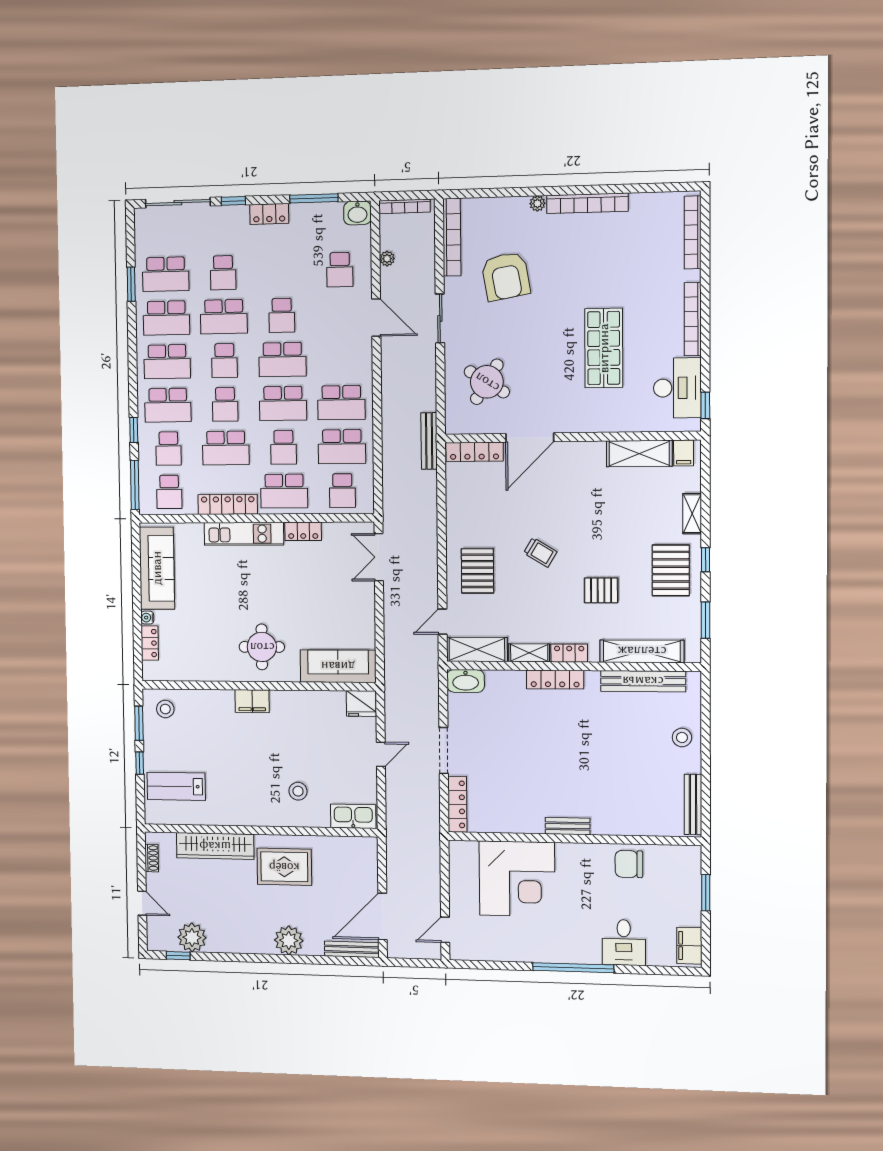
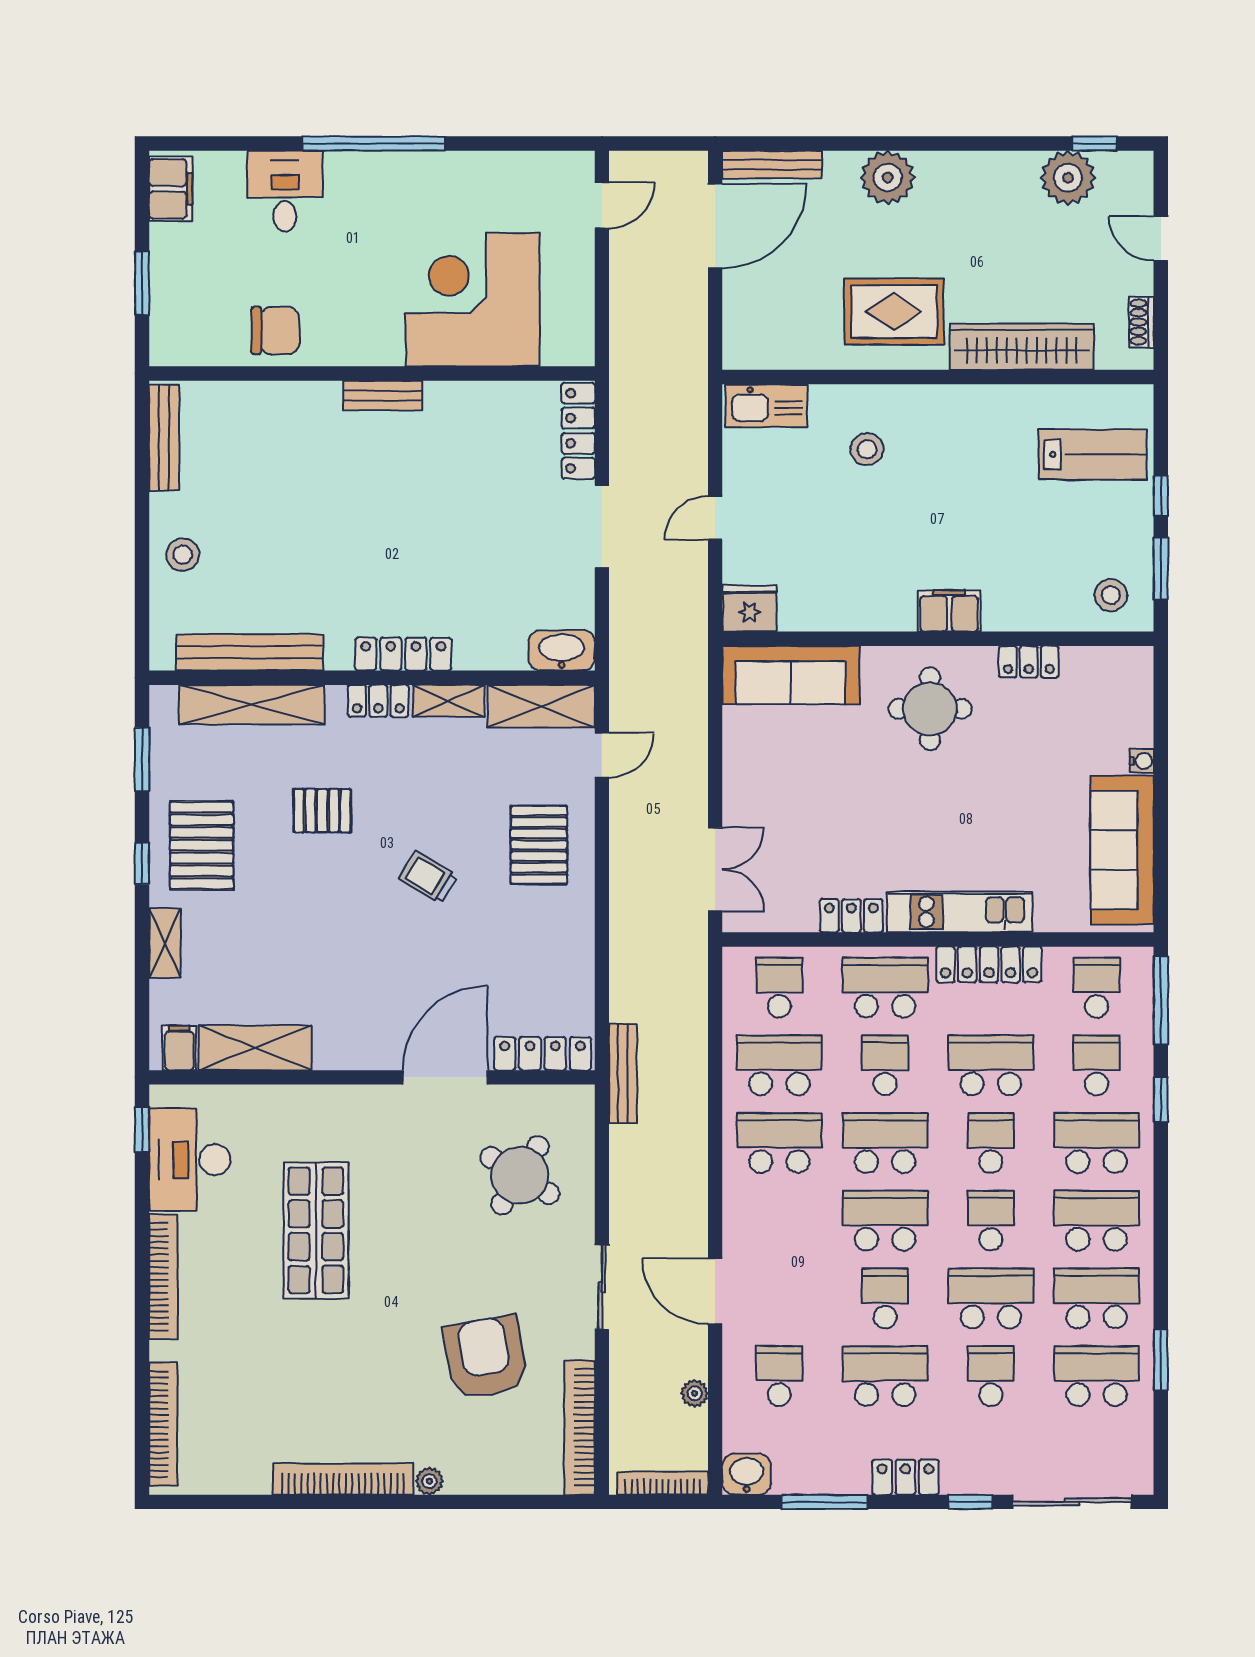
school desk: (281, 271) -> (885, 1376), added
locker: (150, 643) -> (1029, 662), moved, turned -90

